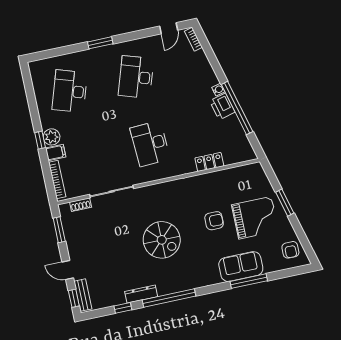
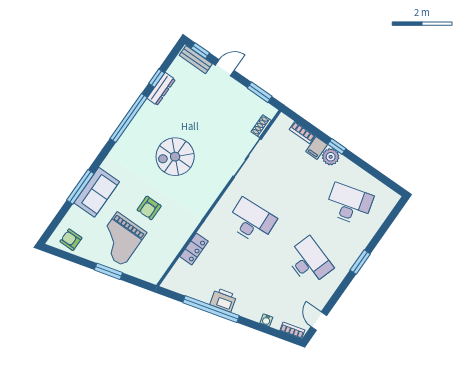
water cooler: (218, 90) -> (266, 320), moved
desk: (70, 91) -> (349, 204), turned -33
bookcase: (57, 180) -> (302, 133), width x0.64
dresser: (141, 294) -> (161, 89), moved

